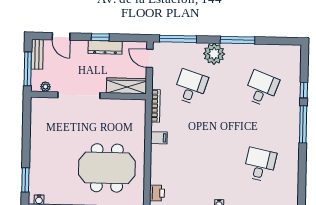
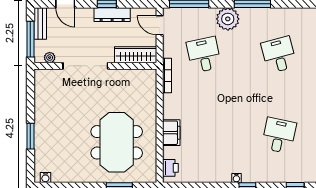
desk: (191, 87) -> (204, 55), turned -30
desk: (262, 89) -> (279, 55), turned -36
filing cabinet: (159, 138) -> (171, 133), moved, width x2.00
meeting table: (107, 168) -> (117, 142), turned 90
window: (25, 180) -> (30, 136), moved

